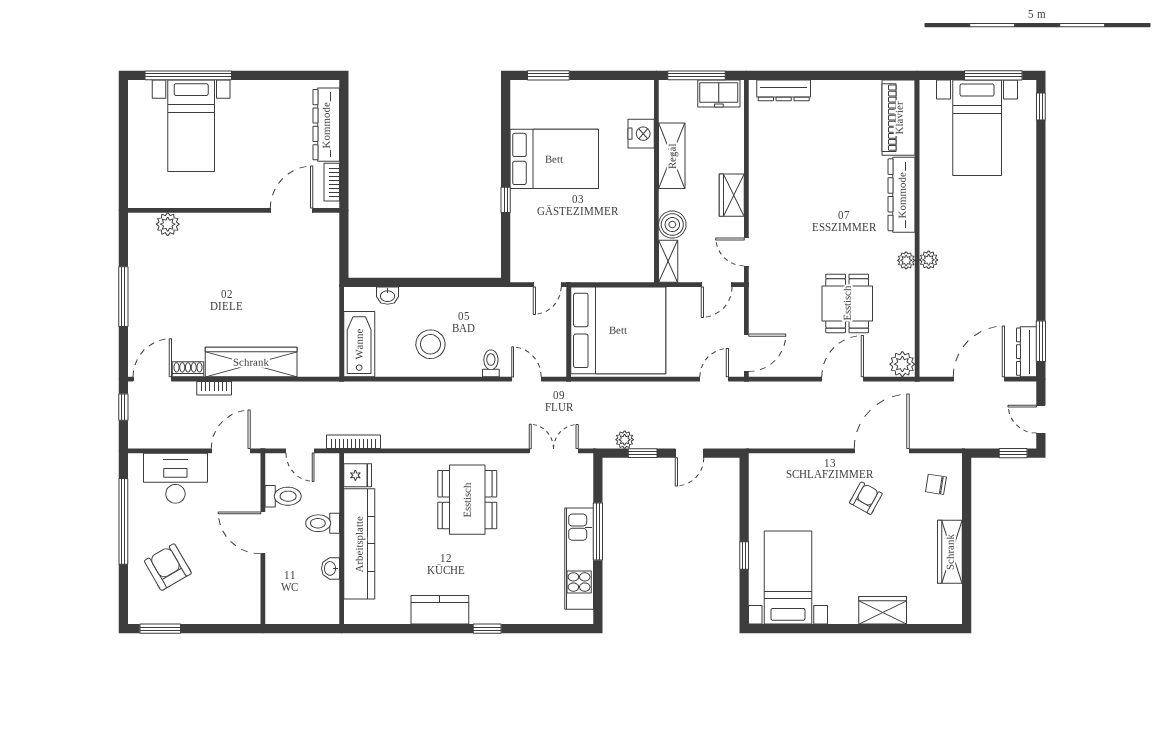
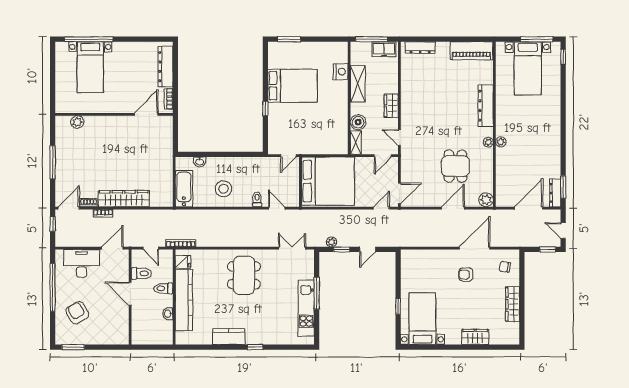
piano: (899, 118) -> (471, 51), moved, turned -90
armchair: (866, 498) -> (466, 274), turned -119

